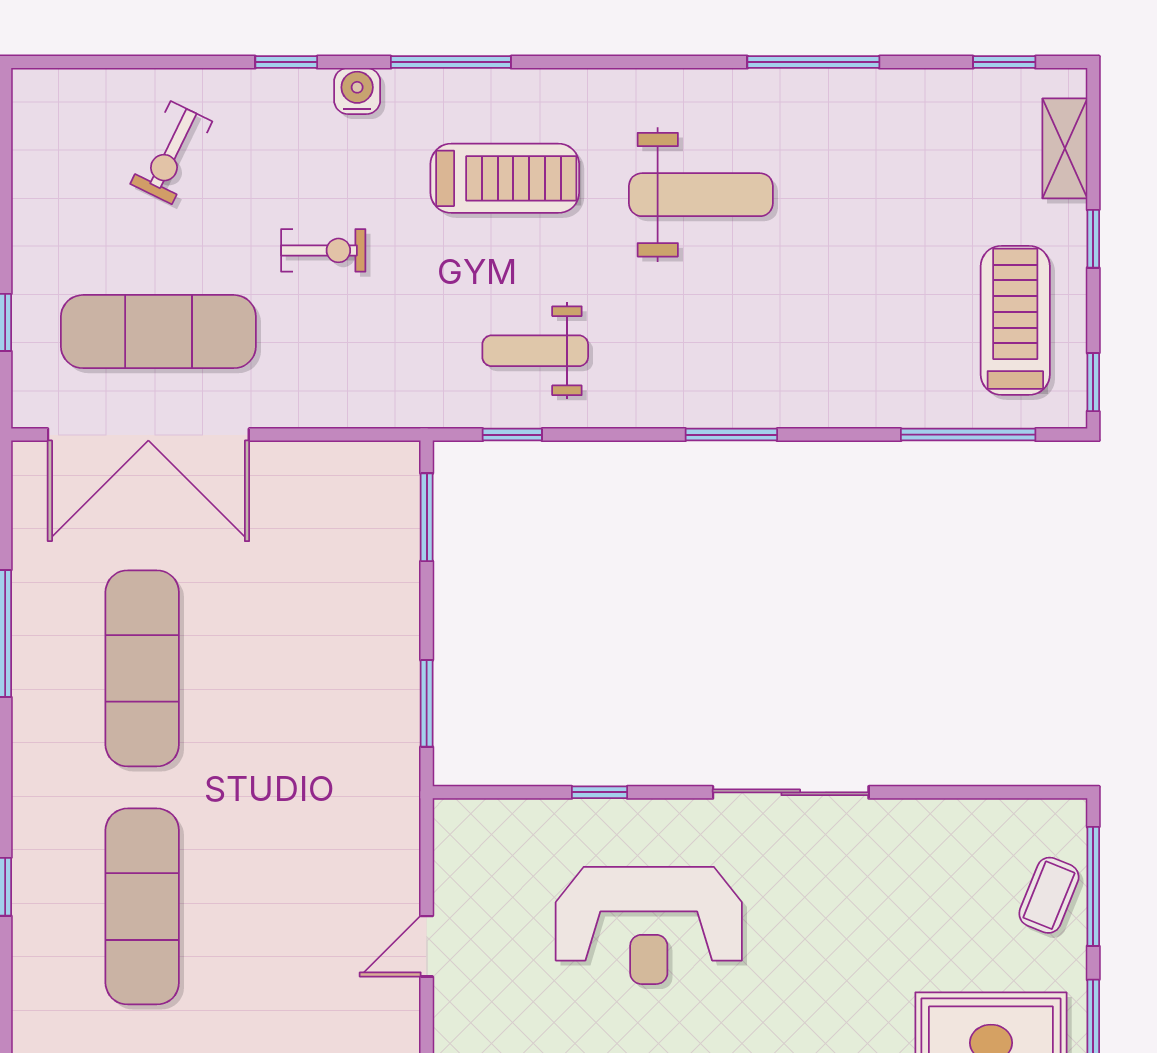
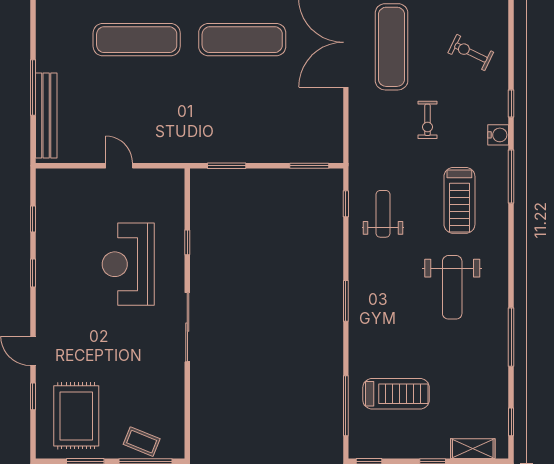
treadmill: (1015, 320) -> (396, 394), moved

